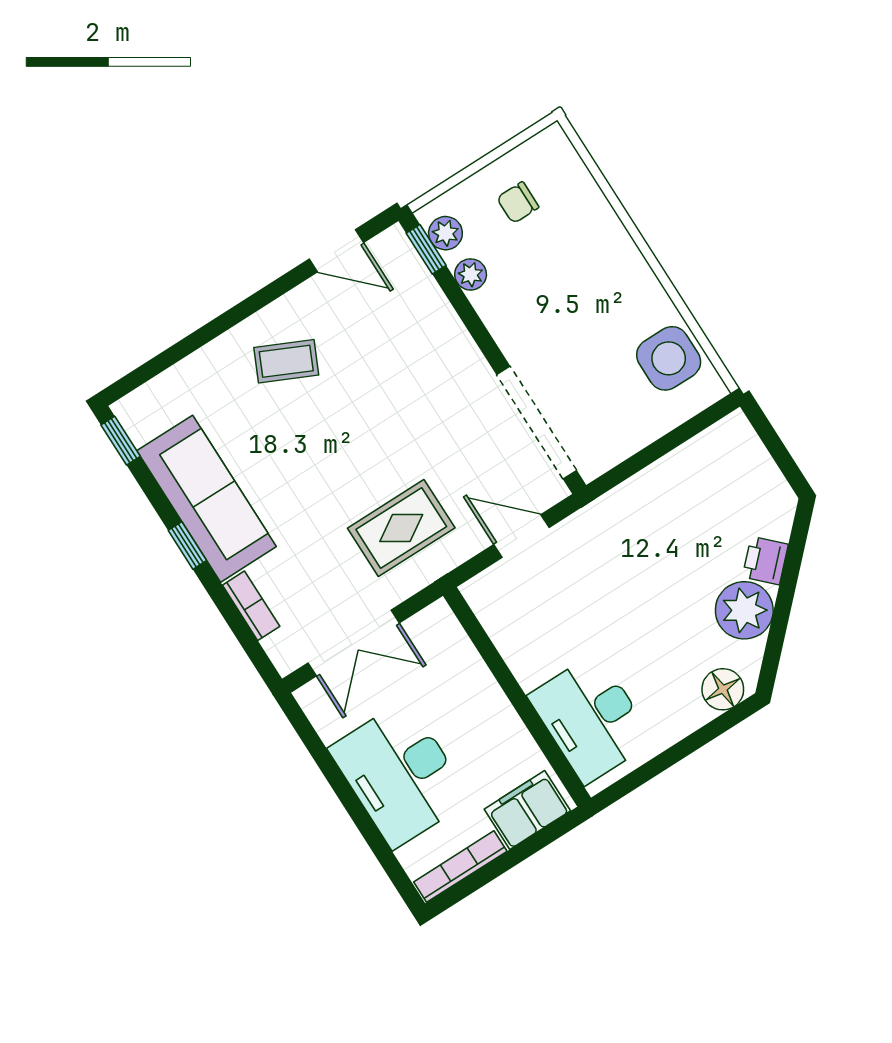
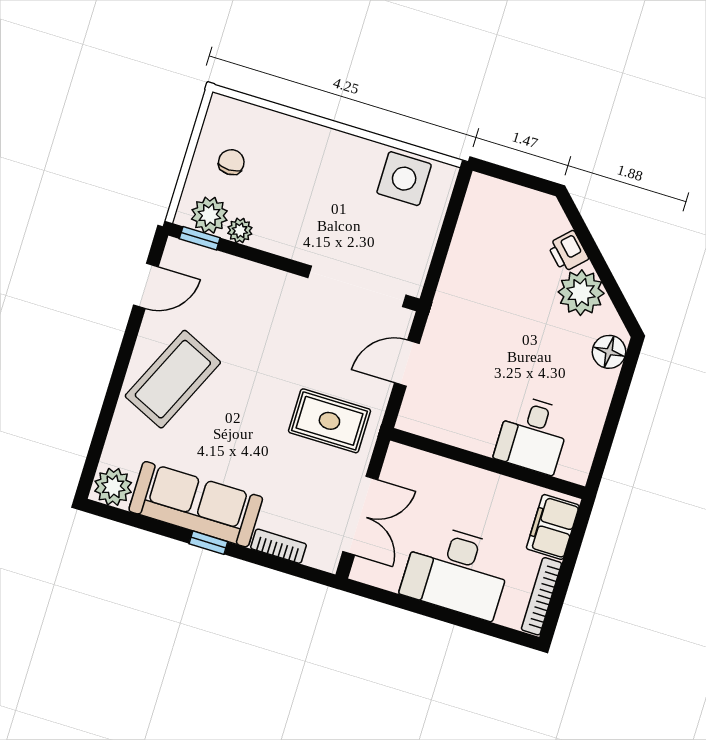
chair: (518, 203) -> (231, 162), turned 180
plant: (445, 233) -> (209, 215), width x1.38, depth x1.38
coffee table: (286, 361) -> (173, 379), width x1.86, depth x1.72
plant: (142, 415) -> (113, 487), added
window: (121, 441) -> (113, 514), removed
rug: (401, 528) -> (329, 421), turned 90
desk: (591, 718) -> (533, 435), width x0.73

